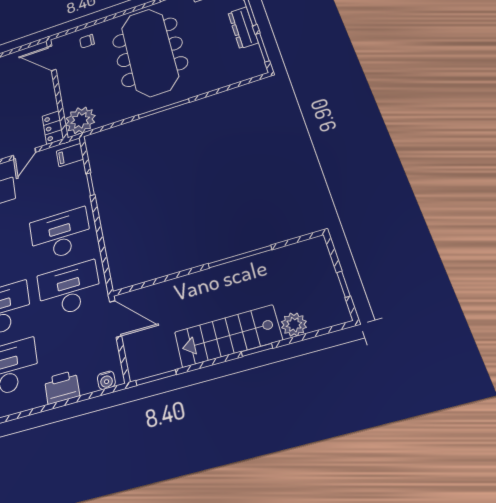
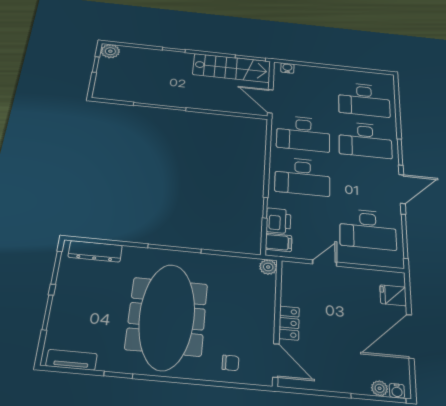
dresser: (243, 28) -> (95, 251), moved, turned 90
plant: (80, 120) -> (268, 267), width x0.53, depth x0.53
locker: (53, 128) -> (289, 323), moved
plant: (294, 325) -> (110, 51), moved
stairs: (228, 336) -> (232, 68), moved
printer: (62, 387) -> (279, 221), moved, turned -90

